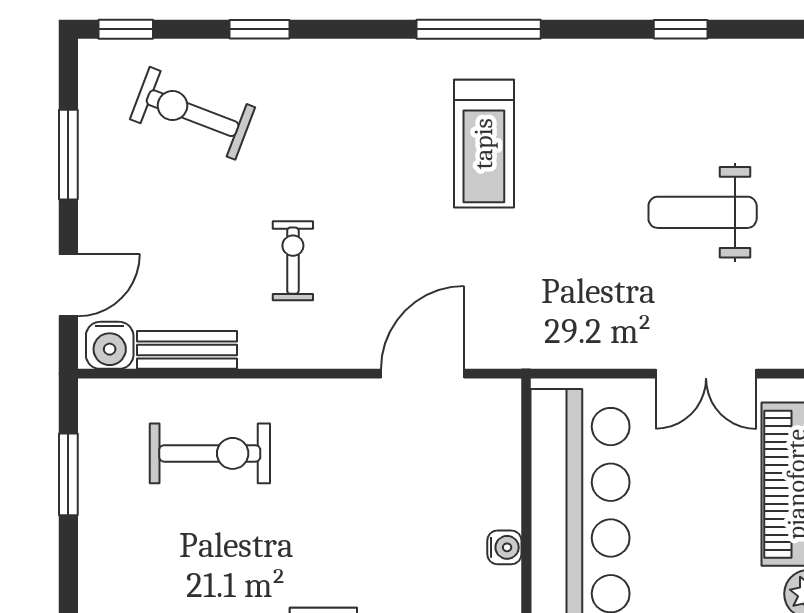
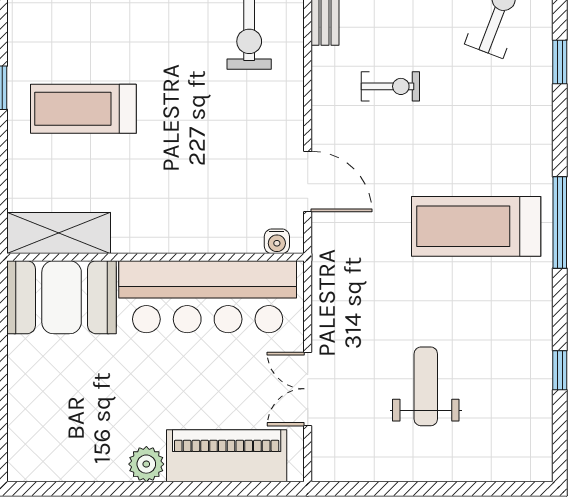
treadmill: (484, 144) -> (476, 226), width x1.37, depth x1.37
water cooler: (504, 547) -> (277, 241), moved

